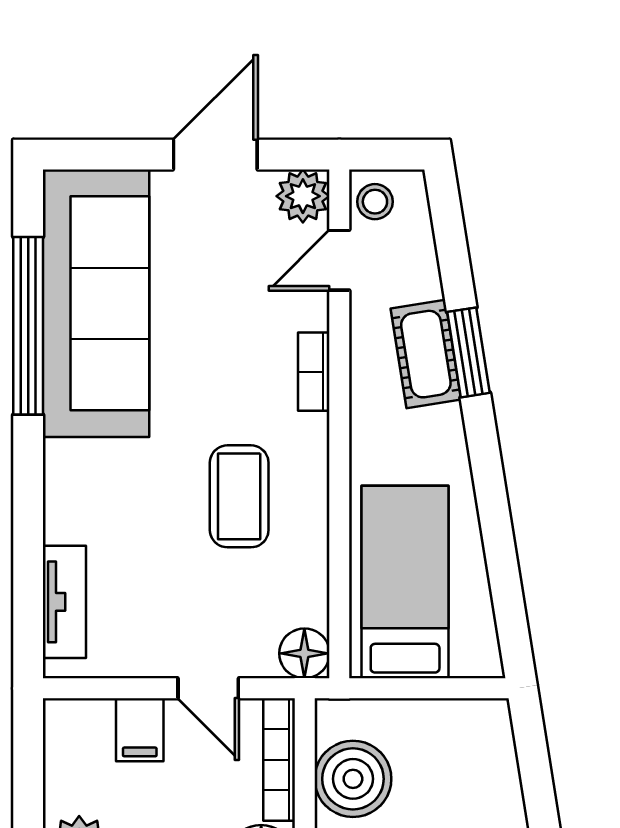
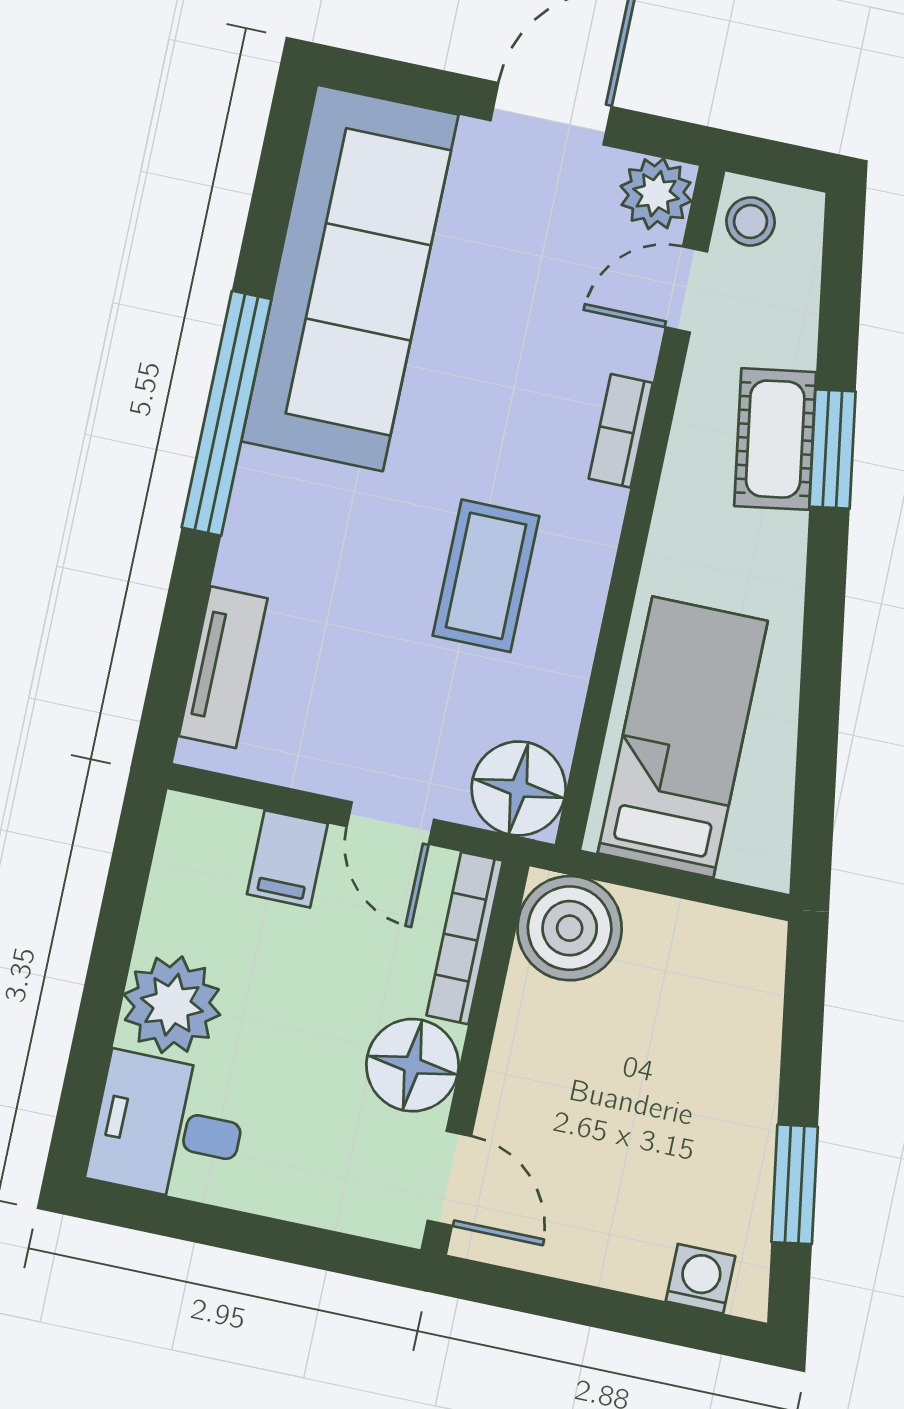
window: (28, 326) -> (226, 413), moved
floor lamp: (304, 653) -> (519, 788), width x1.38, depth x1.38
boiler: (353, 779) -> (570, 928), moved

